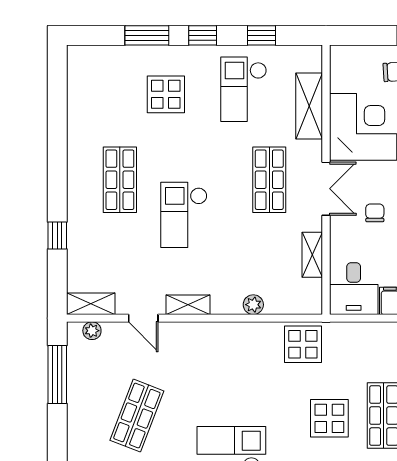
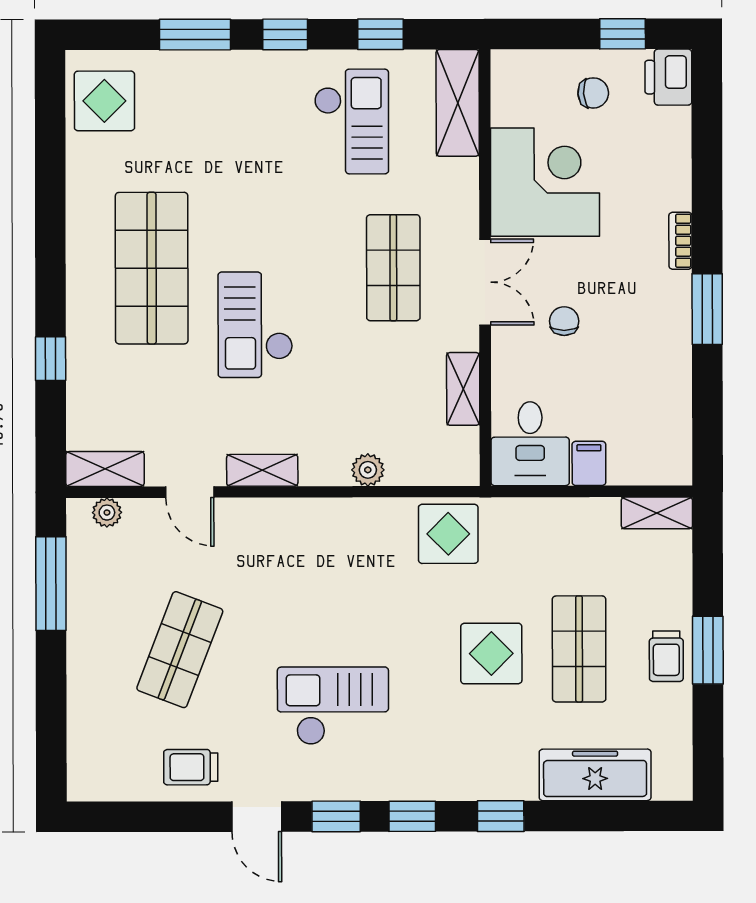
checkout: (244, 89) -> (352, 122), turned 180
display table: (166, 94) -> (104, 101), moved
shelving: (309, 106) -> (458, 103), moved
shop shelf: (120, 180) -> (152, 268), width x1.43, depth x1.36

